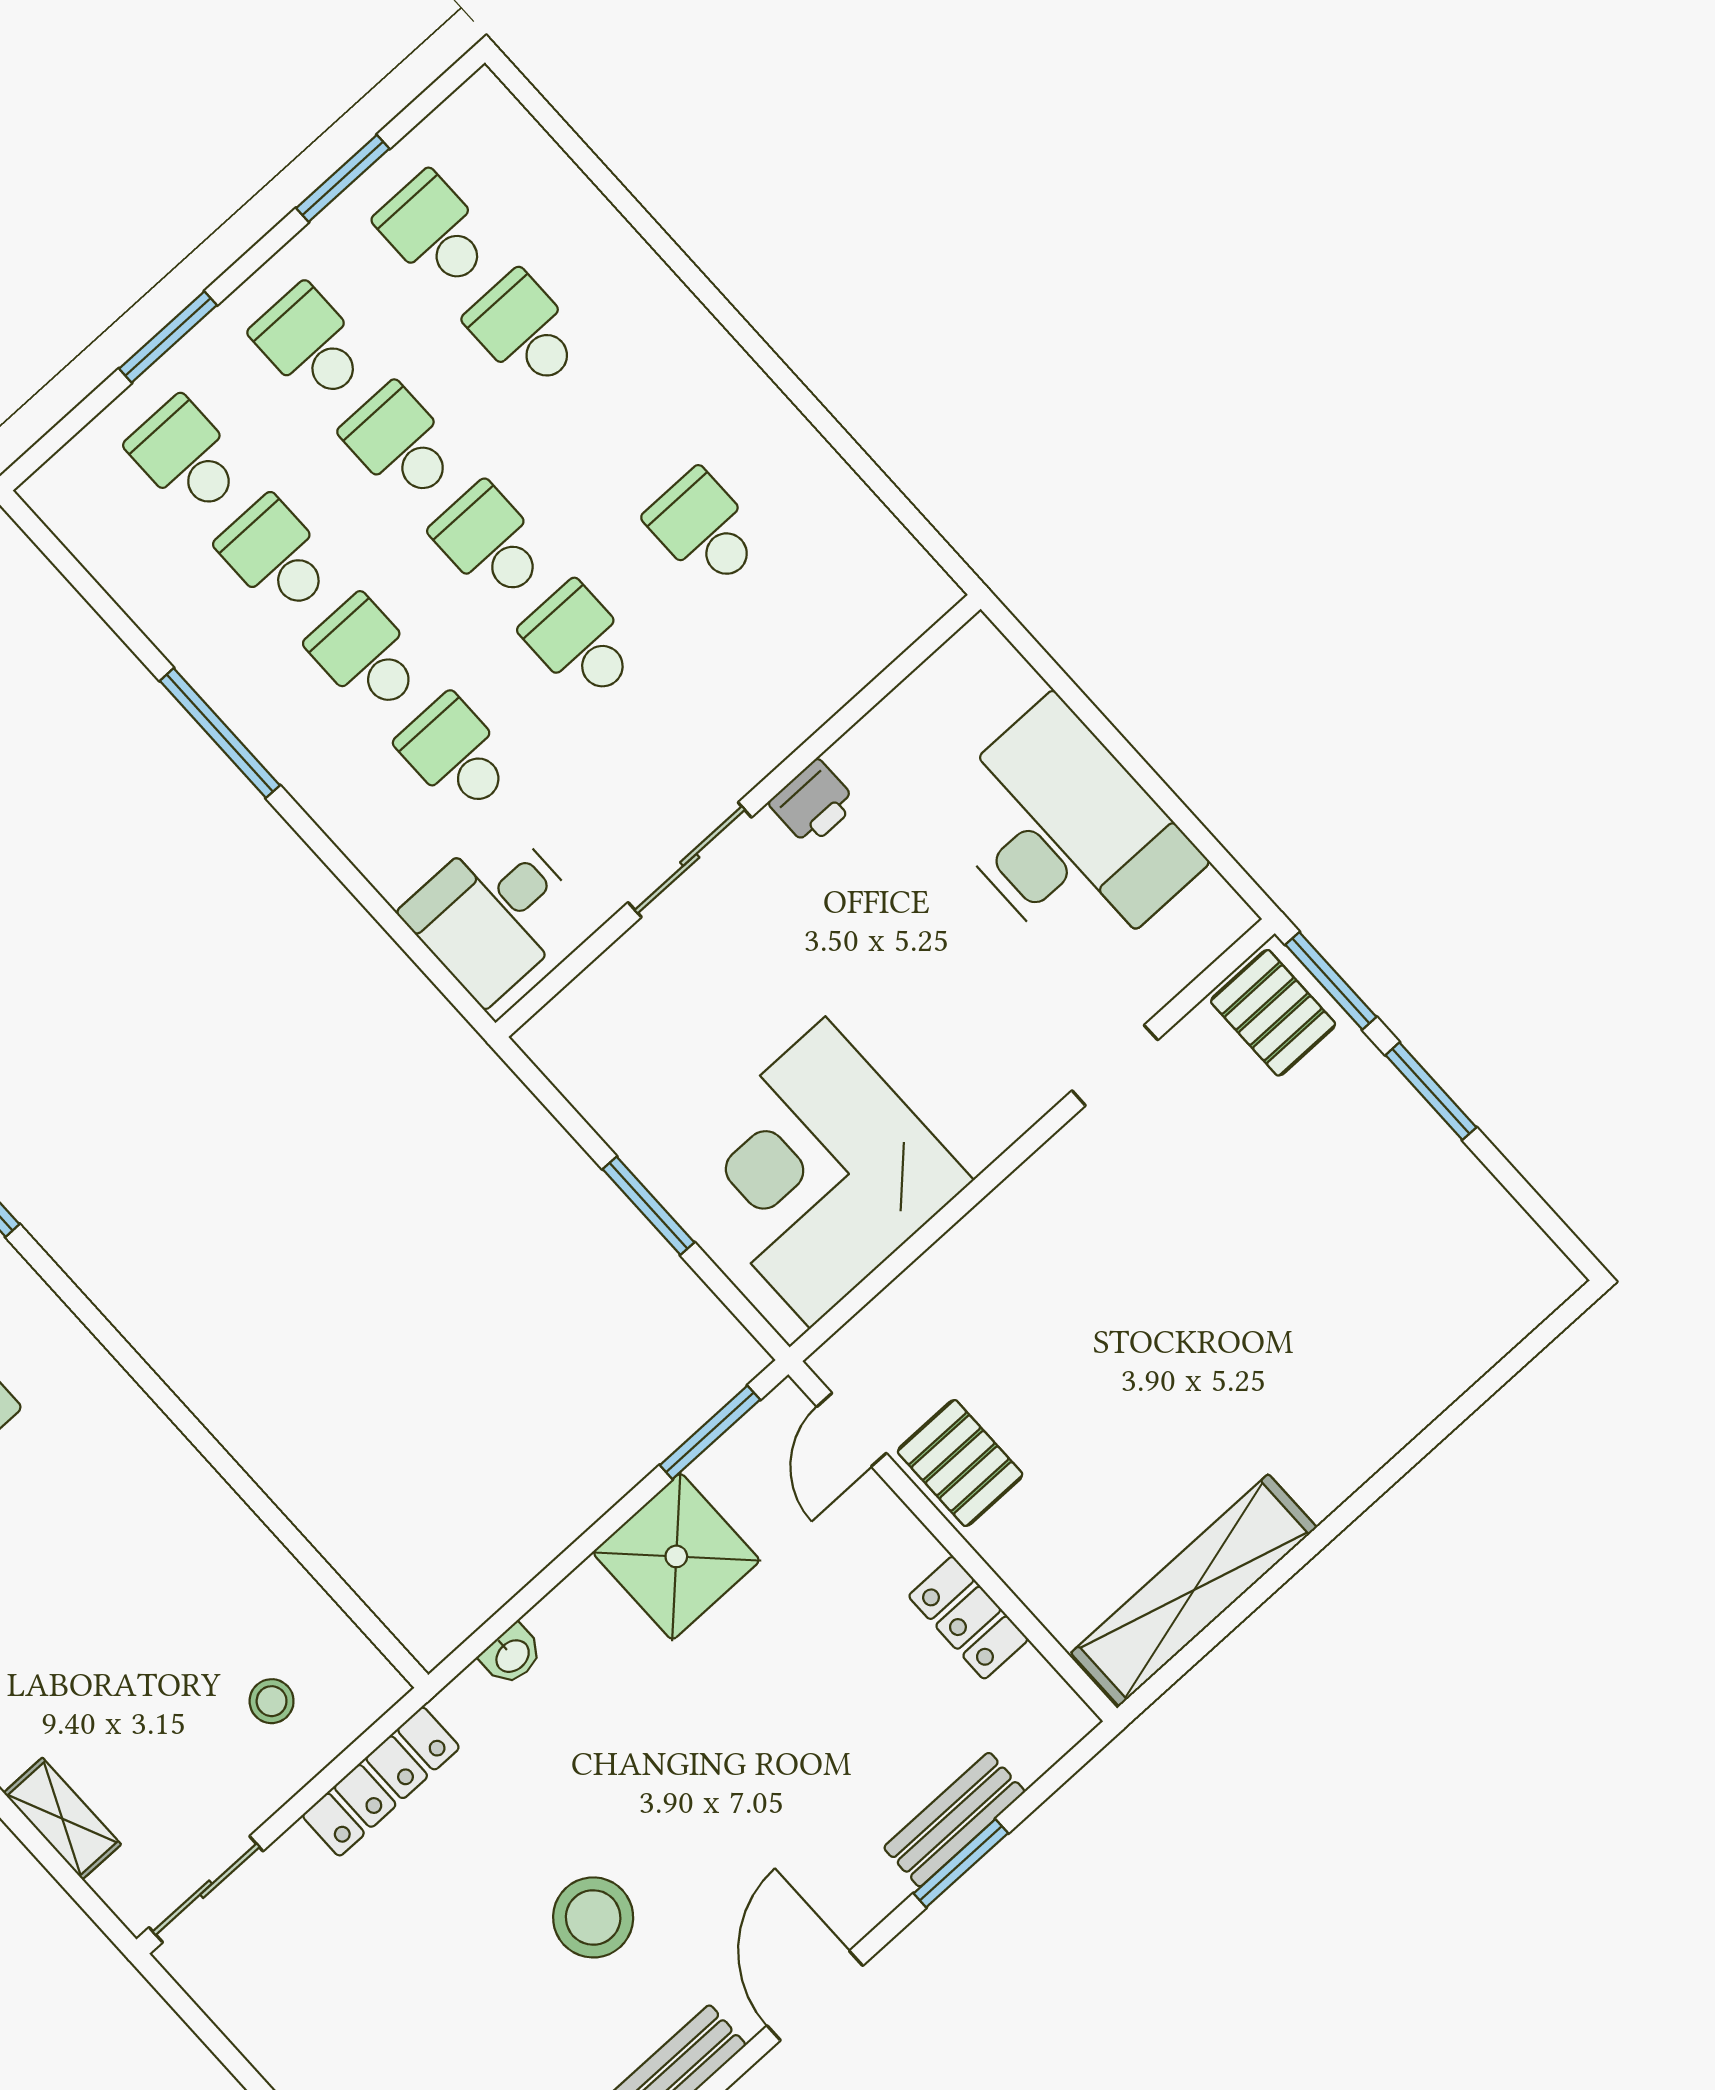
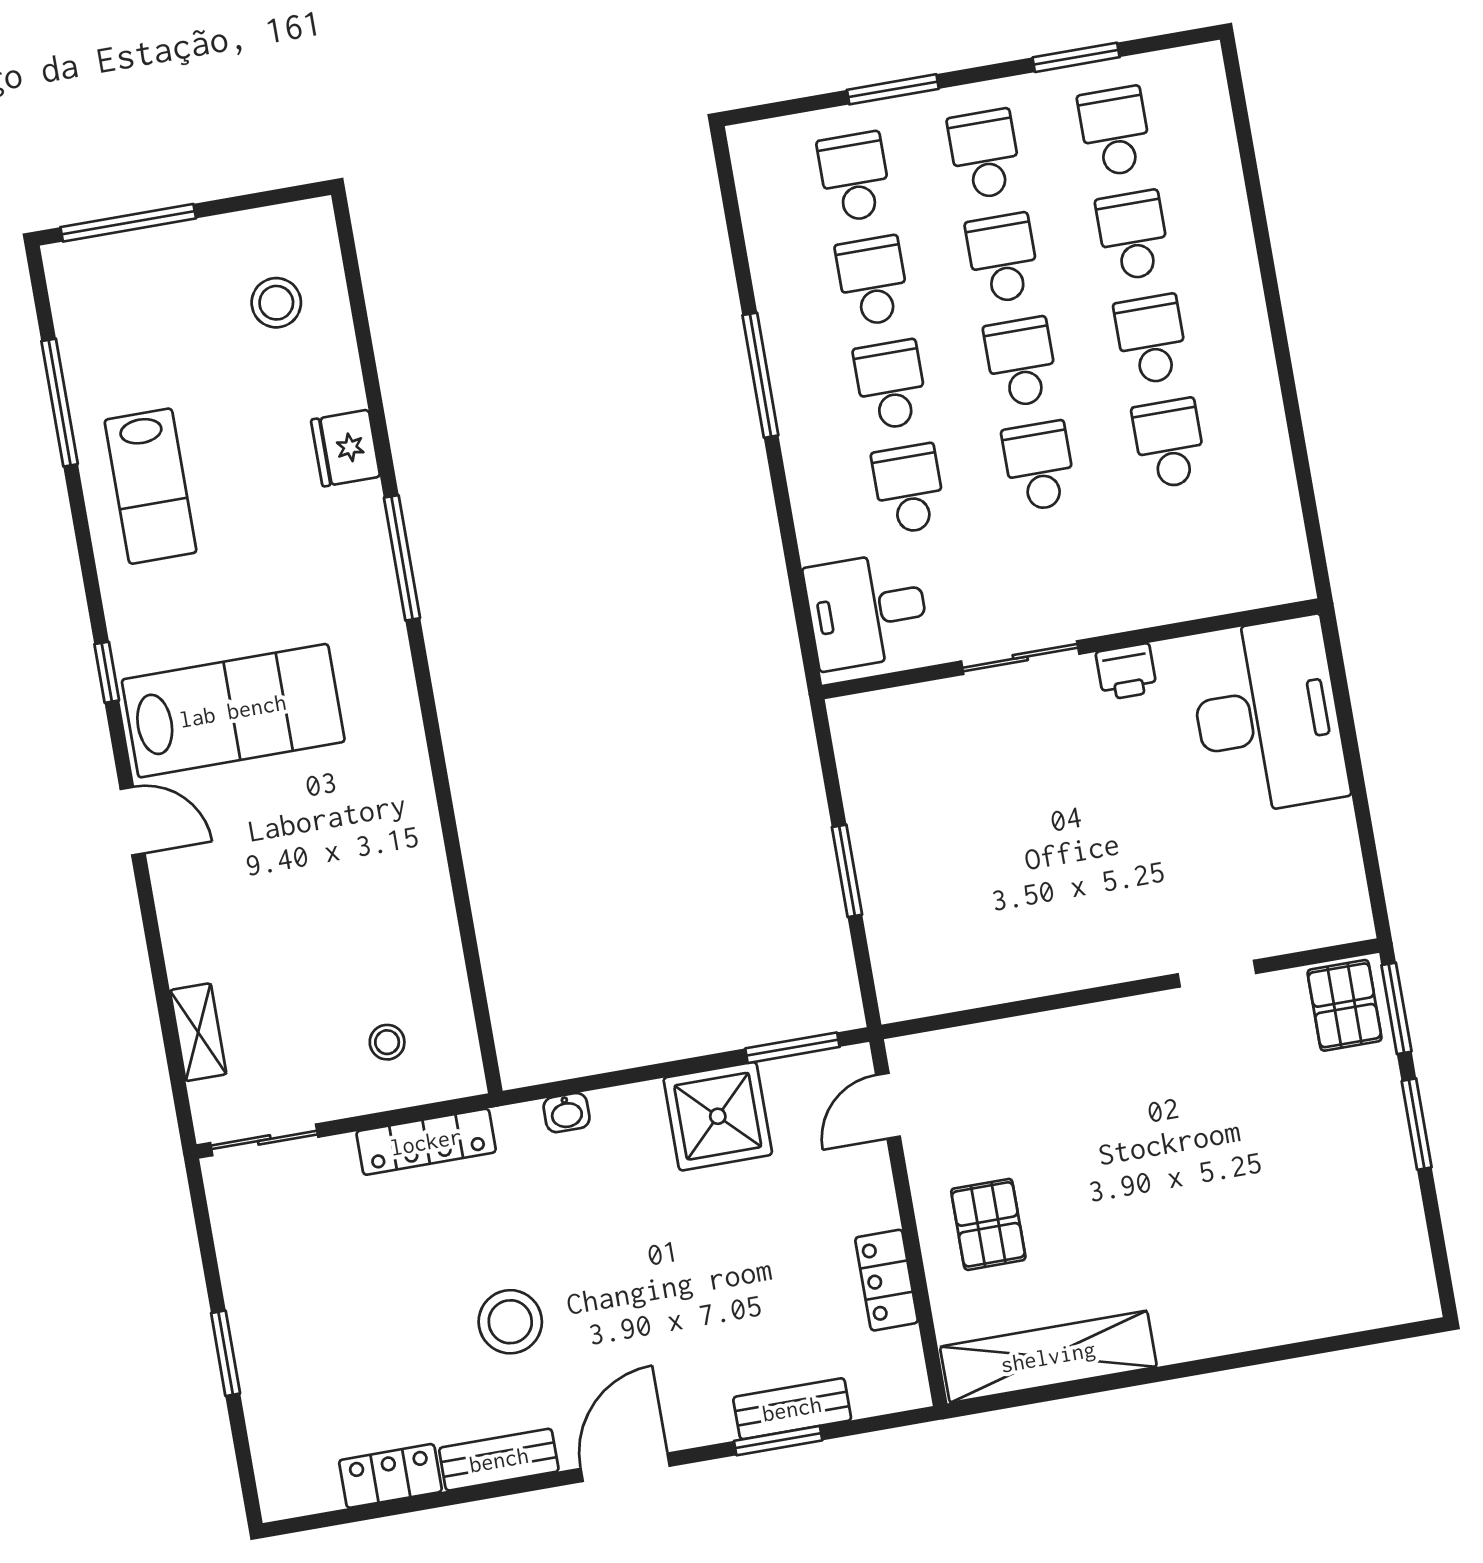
school desk: (615, 430) -> (1151, 340), added
desk: (1067, 835) -> (1268, 716), moved
corner desk: (818, 1172) -> (974, 920), removed
pallet: (960, 1463) -> (988, 1224), moved

